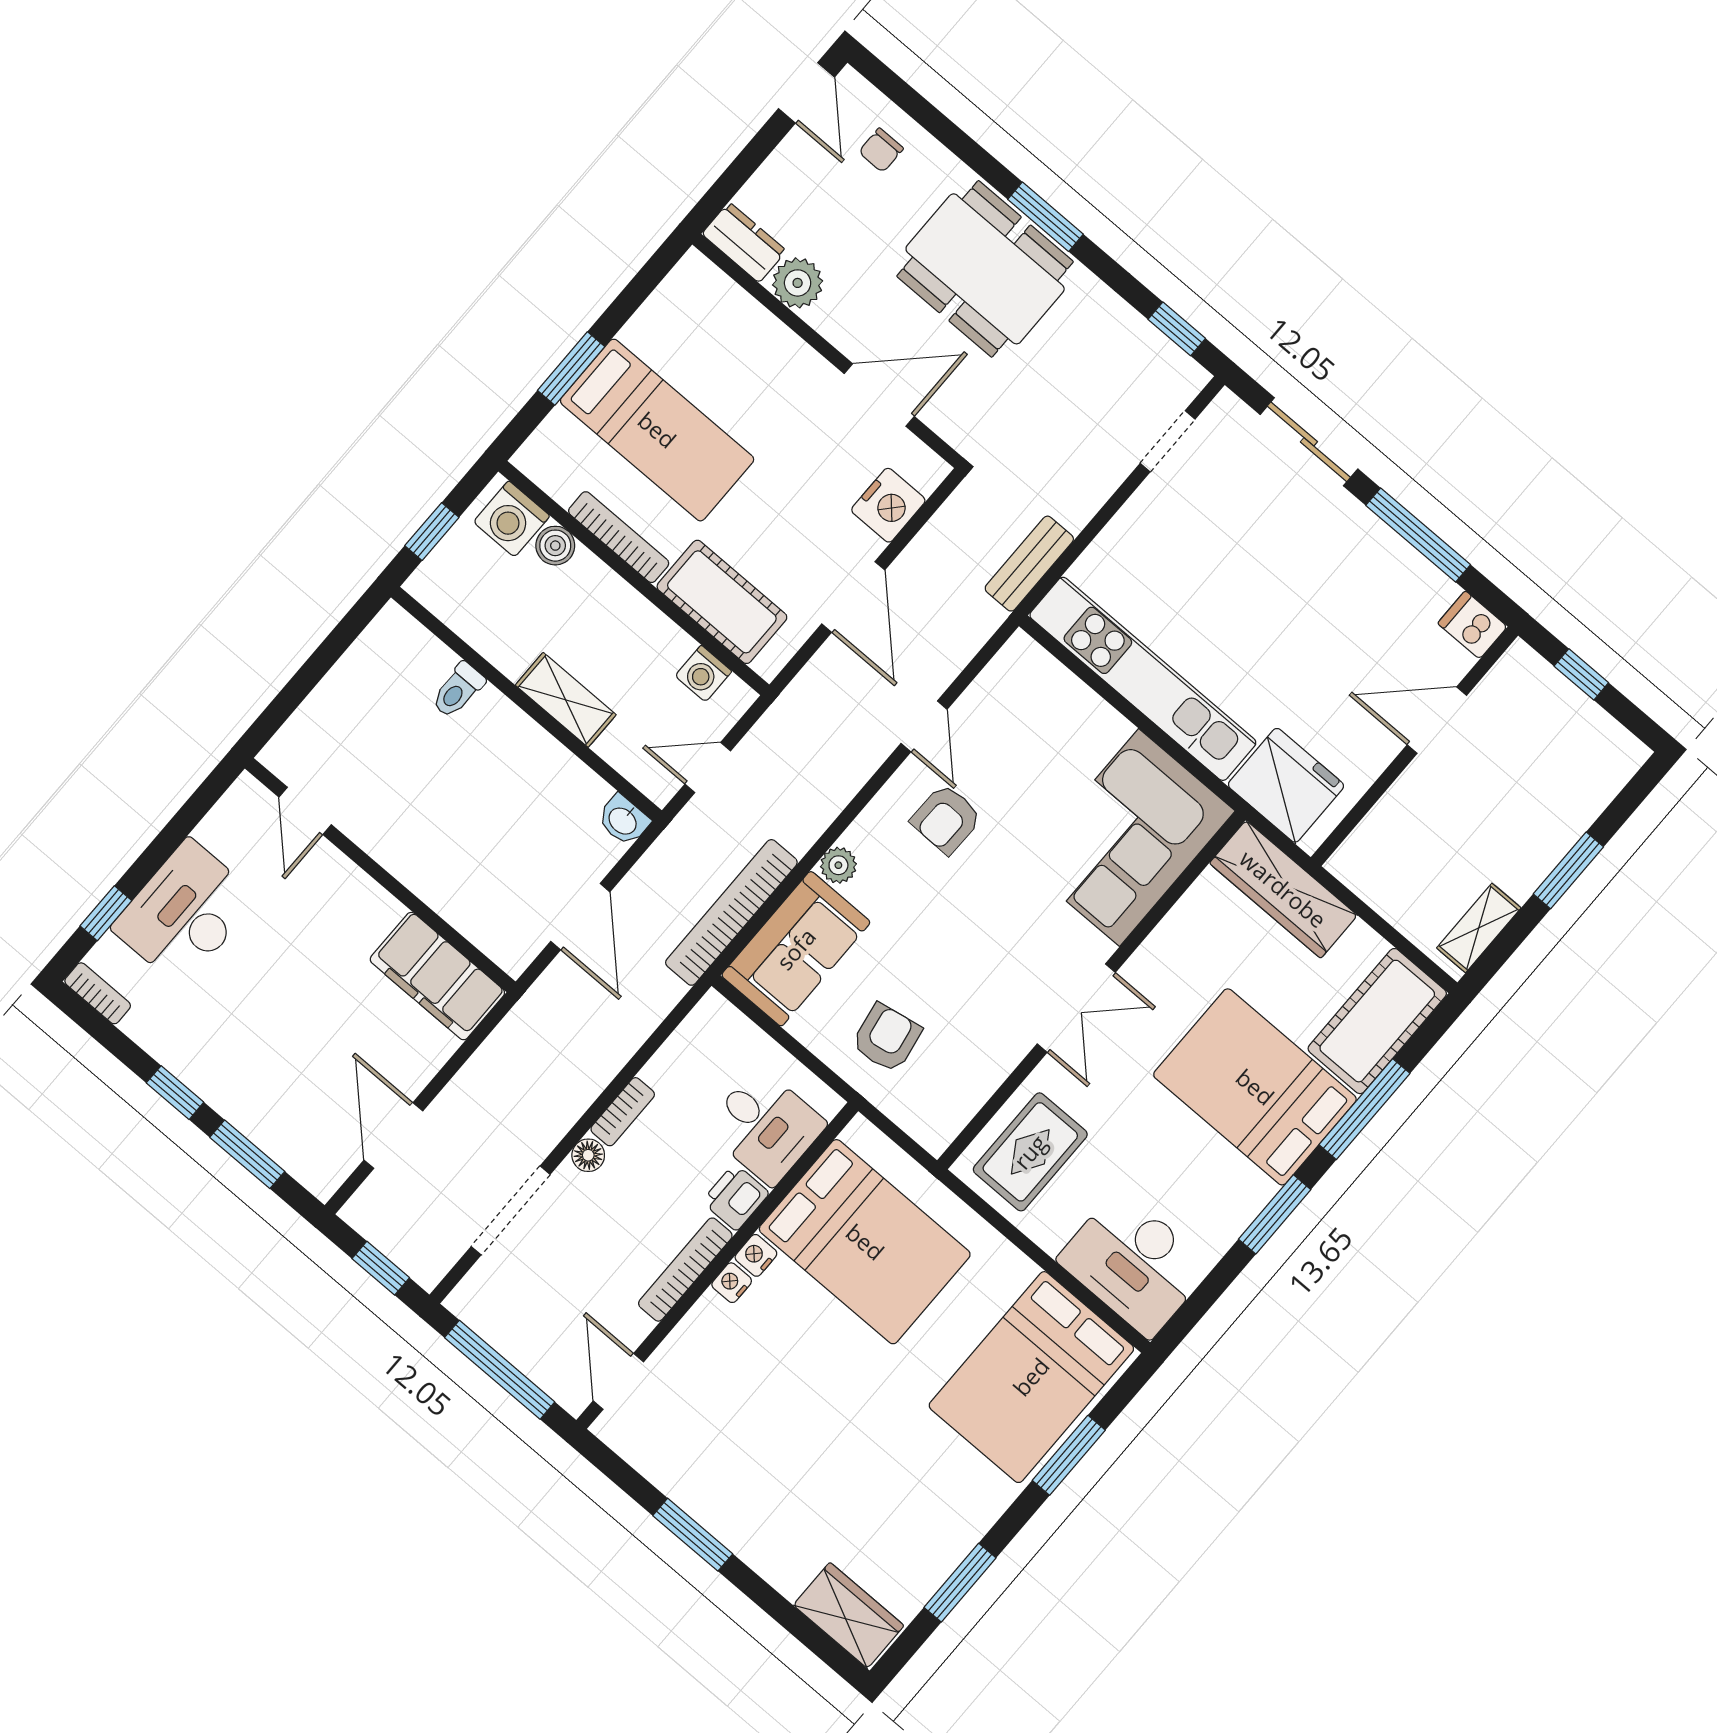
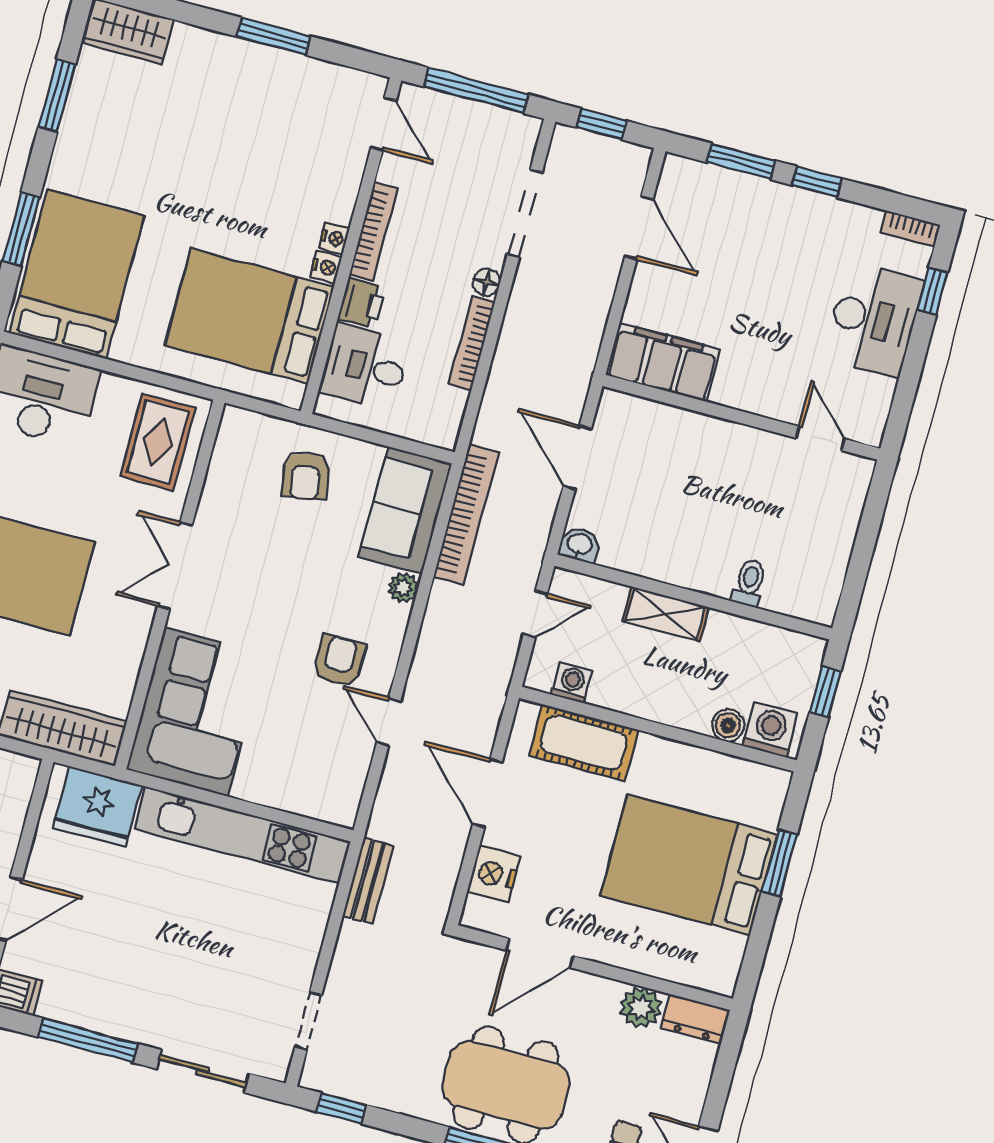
bed: (657, 430) -> (689, 865), width x1.50
bookcase: (619, 537) -> (684, 754), removed
bookcase: (623, 1112) -> (472, 343), width x1.56

